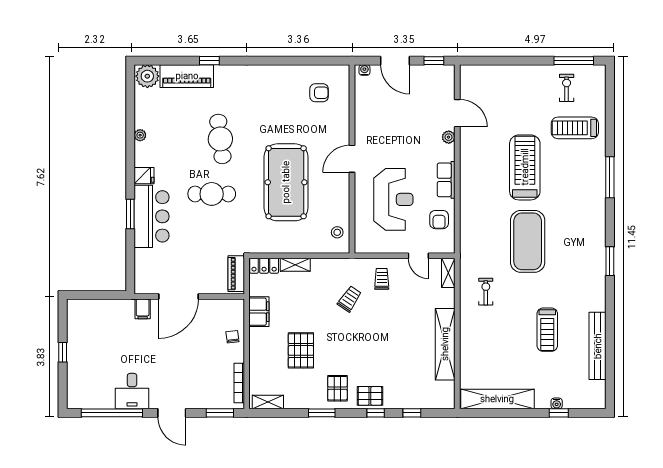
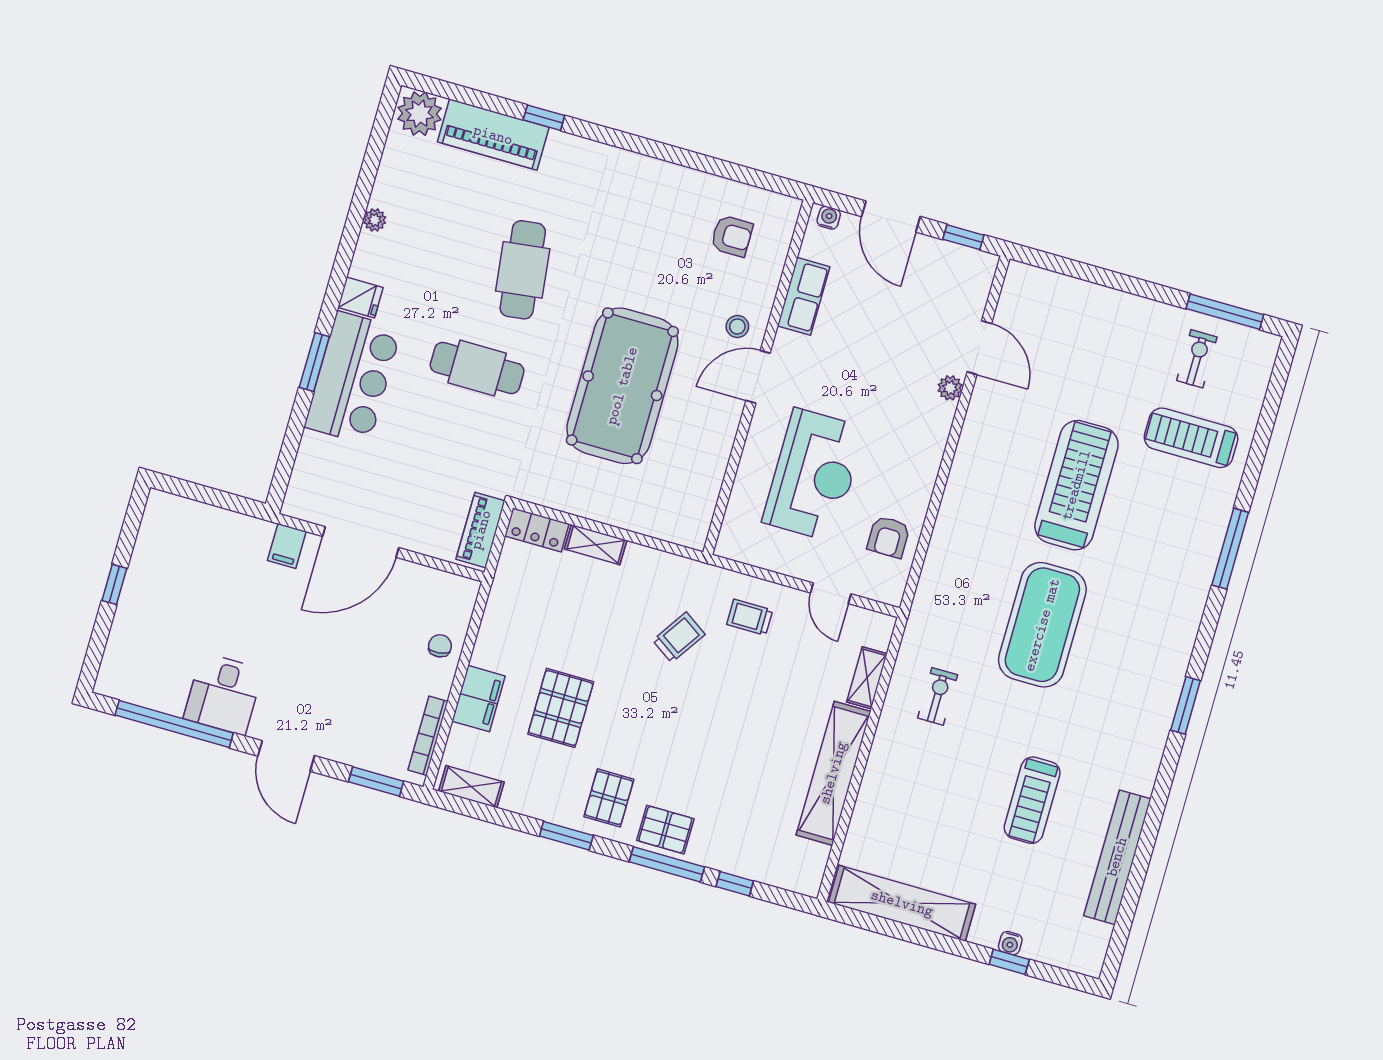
row of seats: (446, 180) -> (804, 296), moved, turned 180
stool: (337, 232) -> (737, 327), moved
shelving: (448, 273) -> (867, 678), moved
trolley: (382, 279) -> (750, 617), turned -90
filing cabinet: (259, 312) -> (479, 699), moved
window: (376, 413) -> (667, 864), width x2.17

